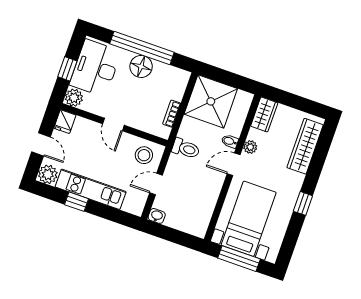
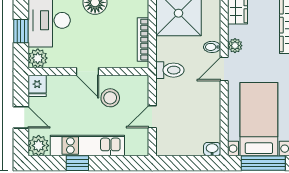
bookcase: (172, 114) -> (143, 40), width x1.56
stool: (144, 155) -> (110, 98), moved
washbasin: (157, 216) -> (212, 149), moved

